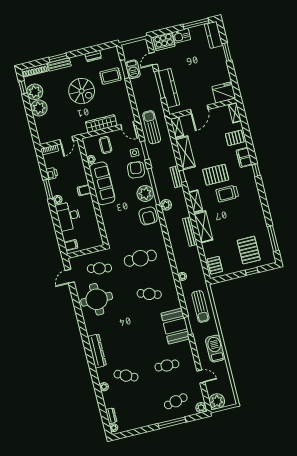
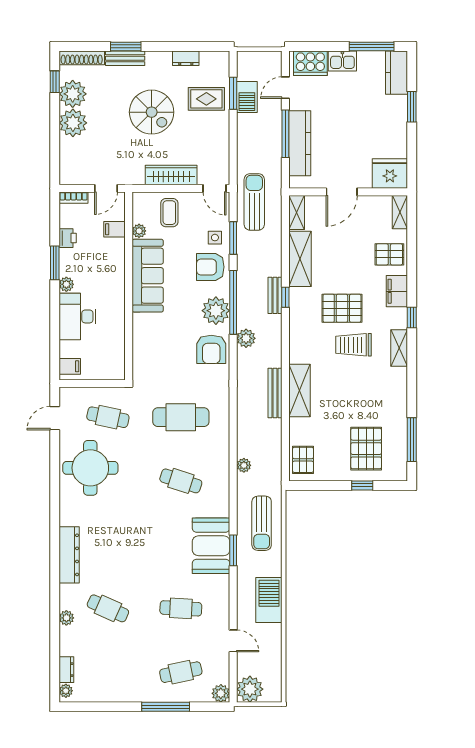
armchair: (136, 170) -> (210, 267), turned -96
filing cabinet: (84, 190) -> (115, 229), moved
shelving: (196, 201) -> (399, 348), moved

